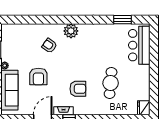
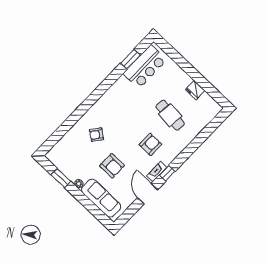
plant: (71, 31) -> (101, 107), removed
bar counter: (139, 45) -> (145, 67), moved, turned -90
fridge: (144, 108) -> (195, 90), moved

